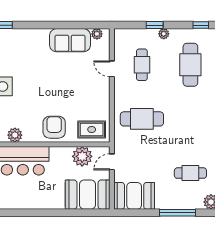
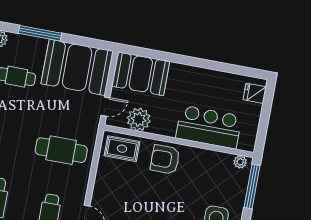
armchair: (54, 127) -> (165, 159), turned 90
plant: (15, 135) -> (212, 159), removed
booth: (134, 196) -> (77, 67), width x1.36, depth x1.42

